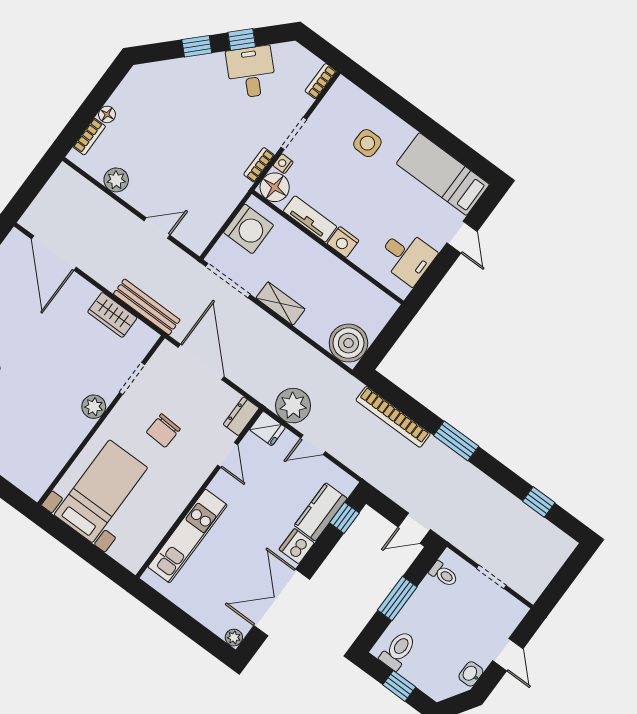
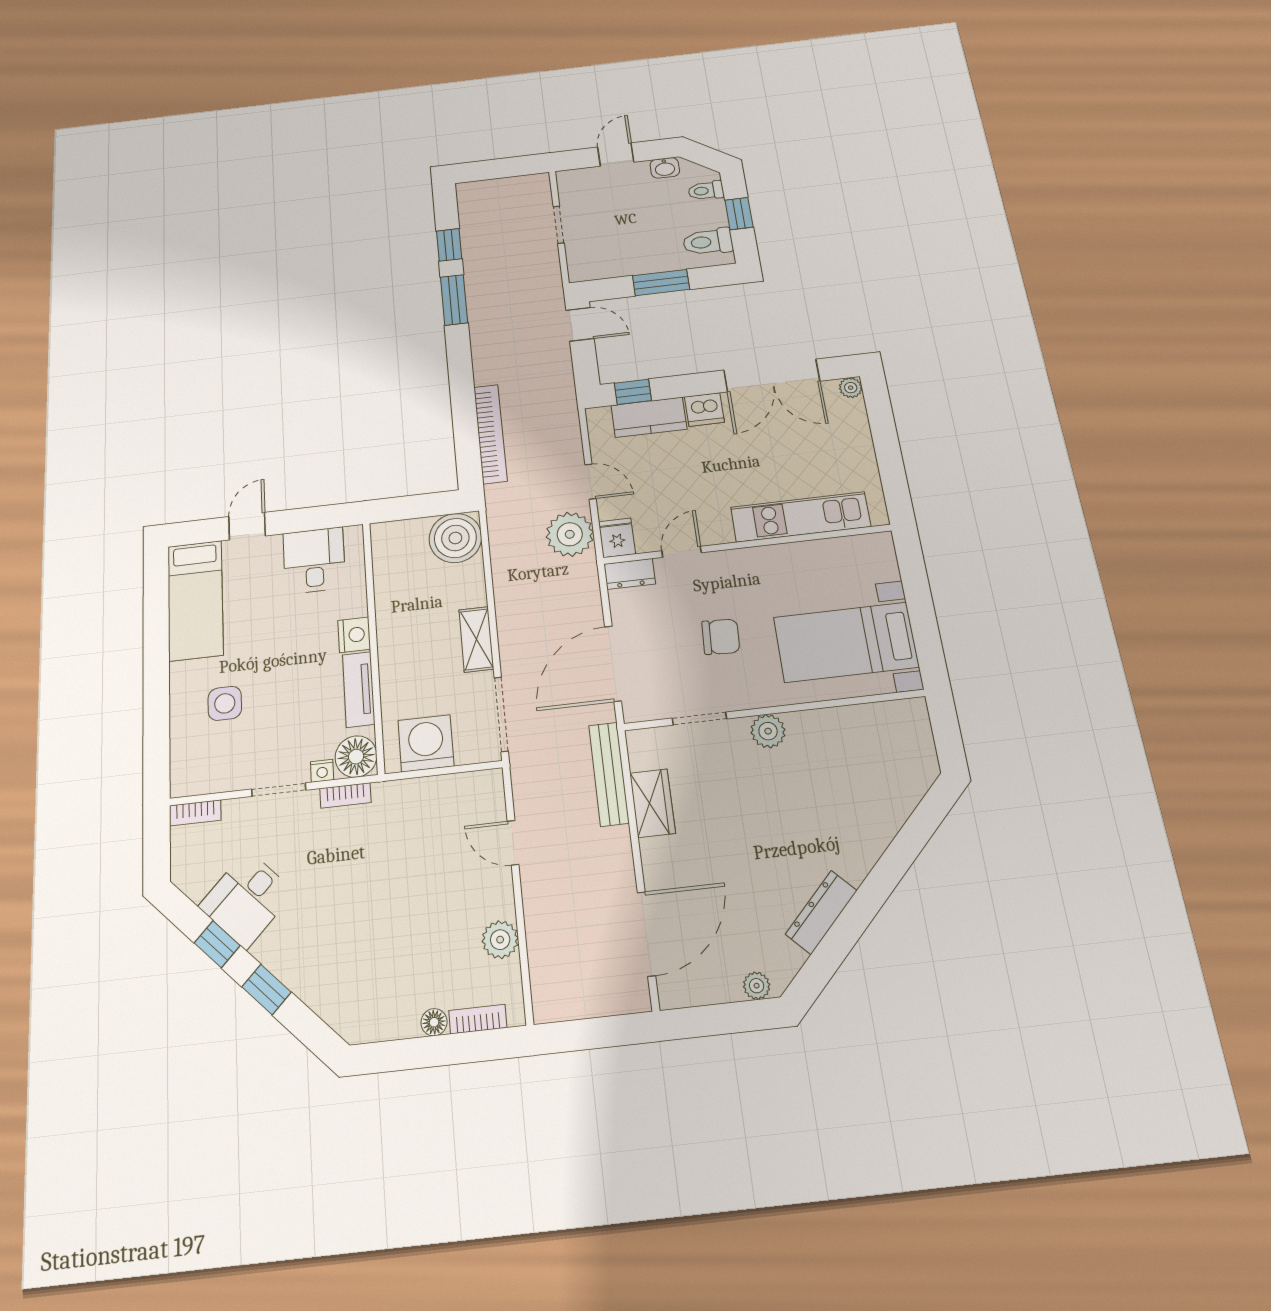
window: (456, 441) -> (454, 300), moved
toilet: (444, 574) -> (706, 191), moved, turned -90

